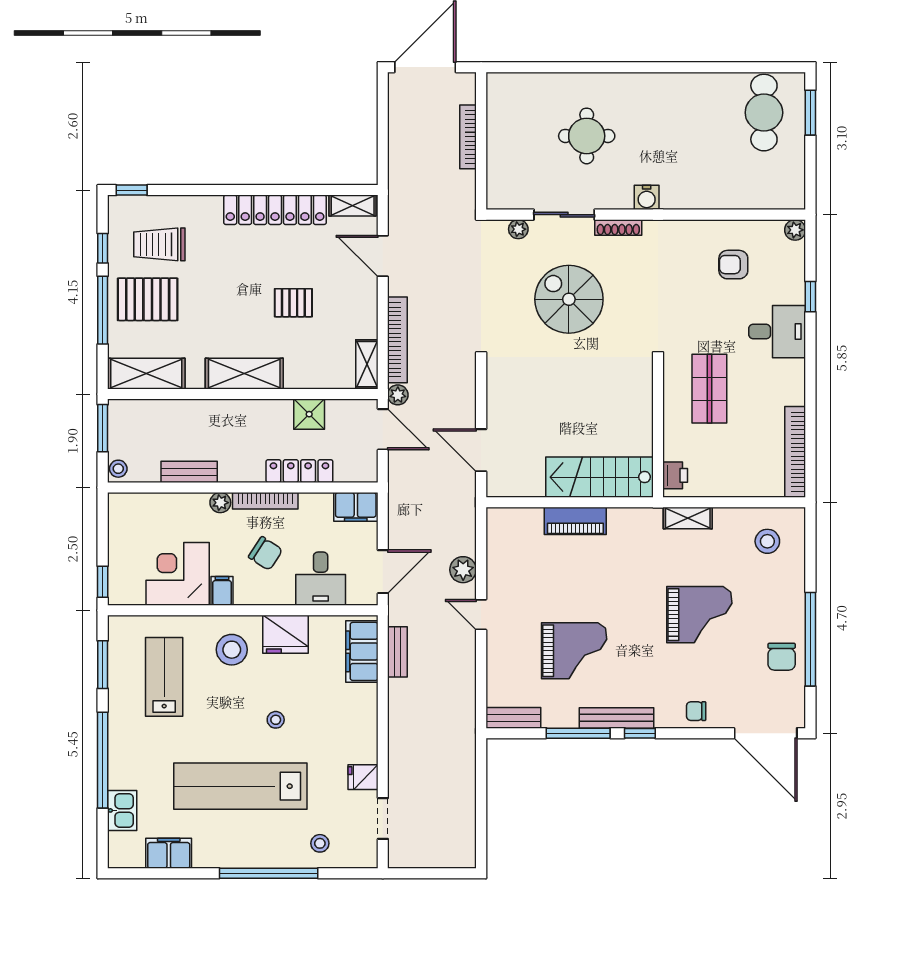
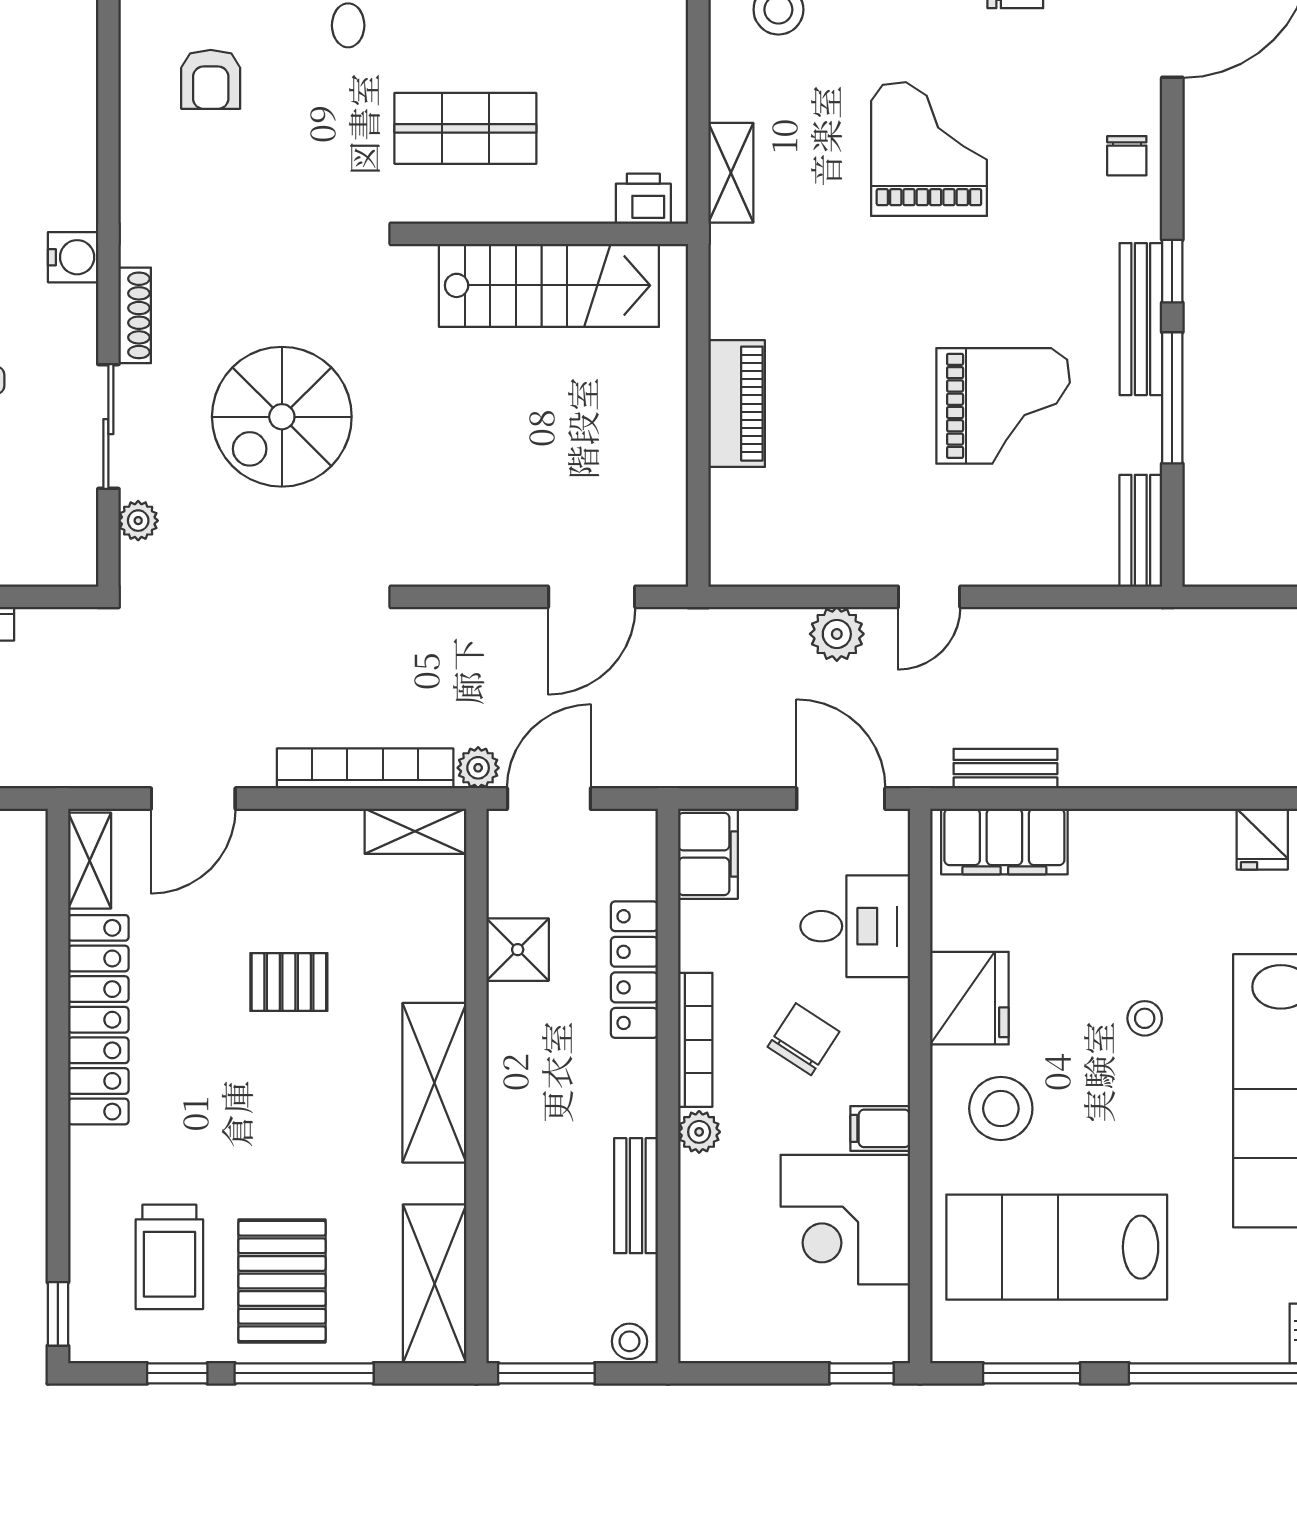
pallet: (293, 303) -> (289, 982), turned 90
stairs: (600, 477) -> (549, 285), moved, turned -90
grand piano: (574, 651) -> (1003, 406), turned 90
lab bench: (164, 677) -> (1057, 1247), width x1.36, depth x1.39

